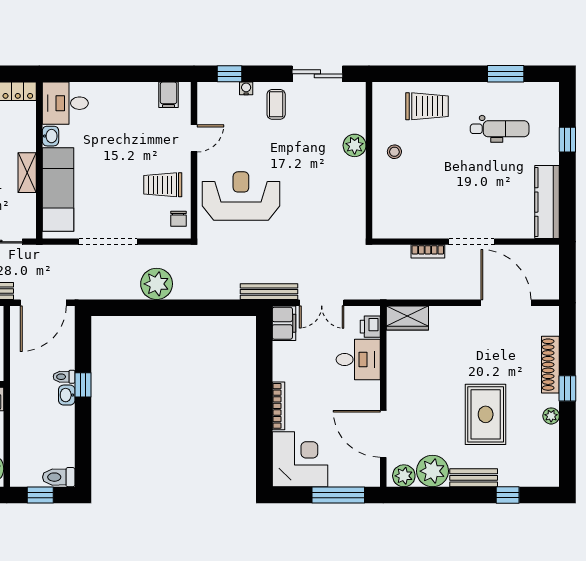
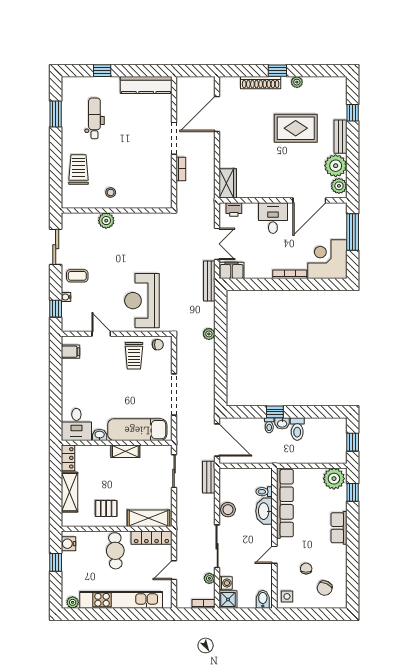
plant: (157, 284) -> (209, 334), moved, width x0.53, depth x0.53
desk: (358, 359) -> (273, 218), moved
toilet: (59, 477) -> (297, 429), moved

